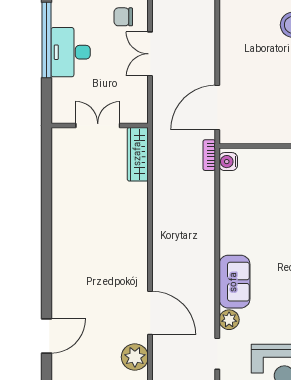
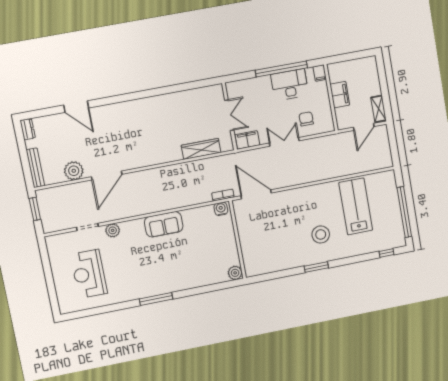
desk: (71, 52) -> (290, 85), moved
filing cabinet: (137, 106) -> (247, 140), added
wardrobe: (138, 154) -> (201, 149), moved
sofa: (234, 282) -> (164, 224), moved

